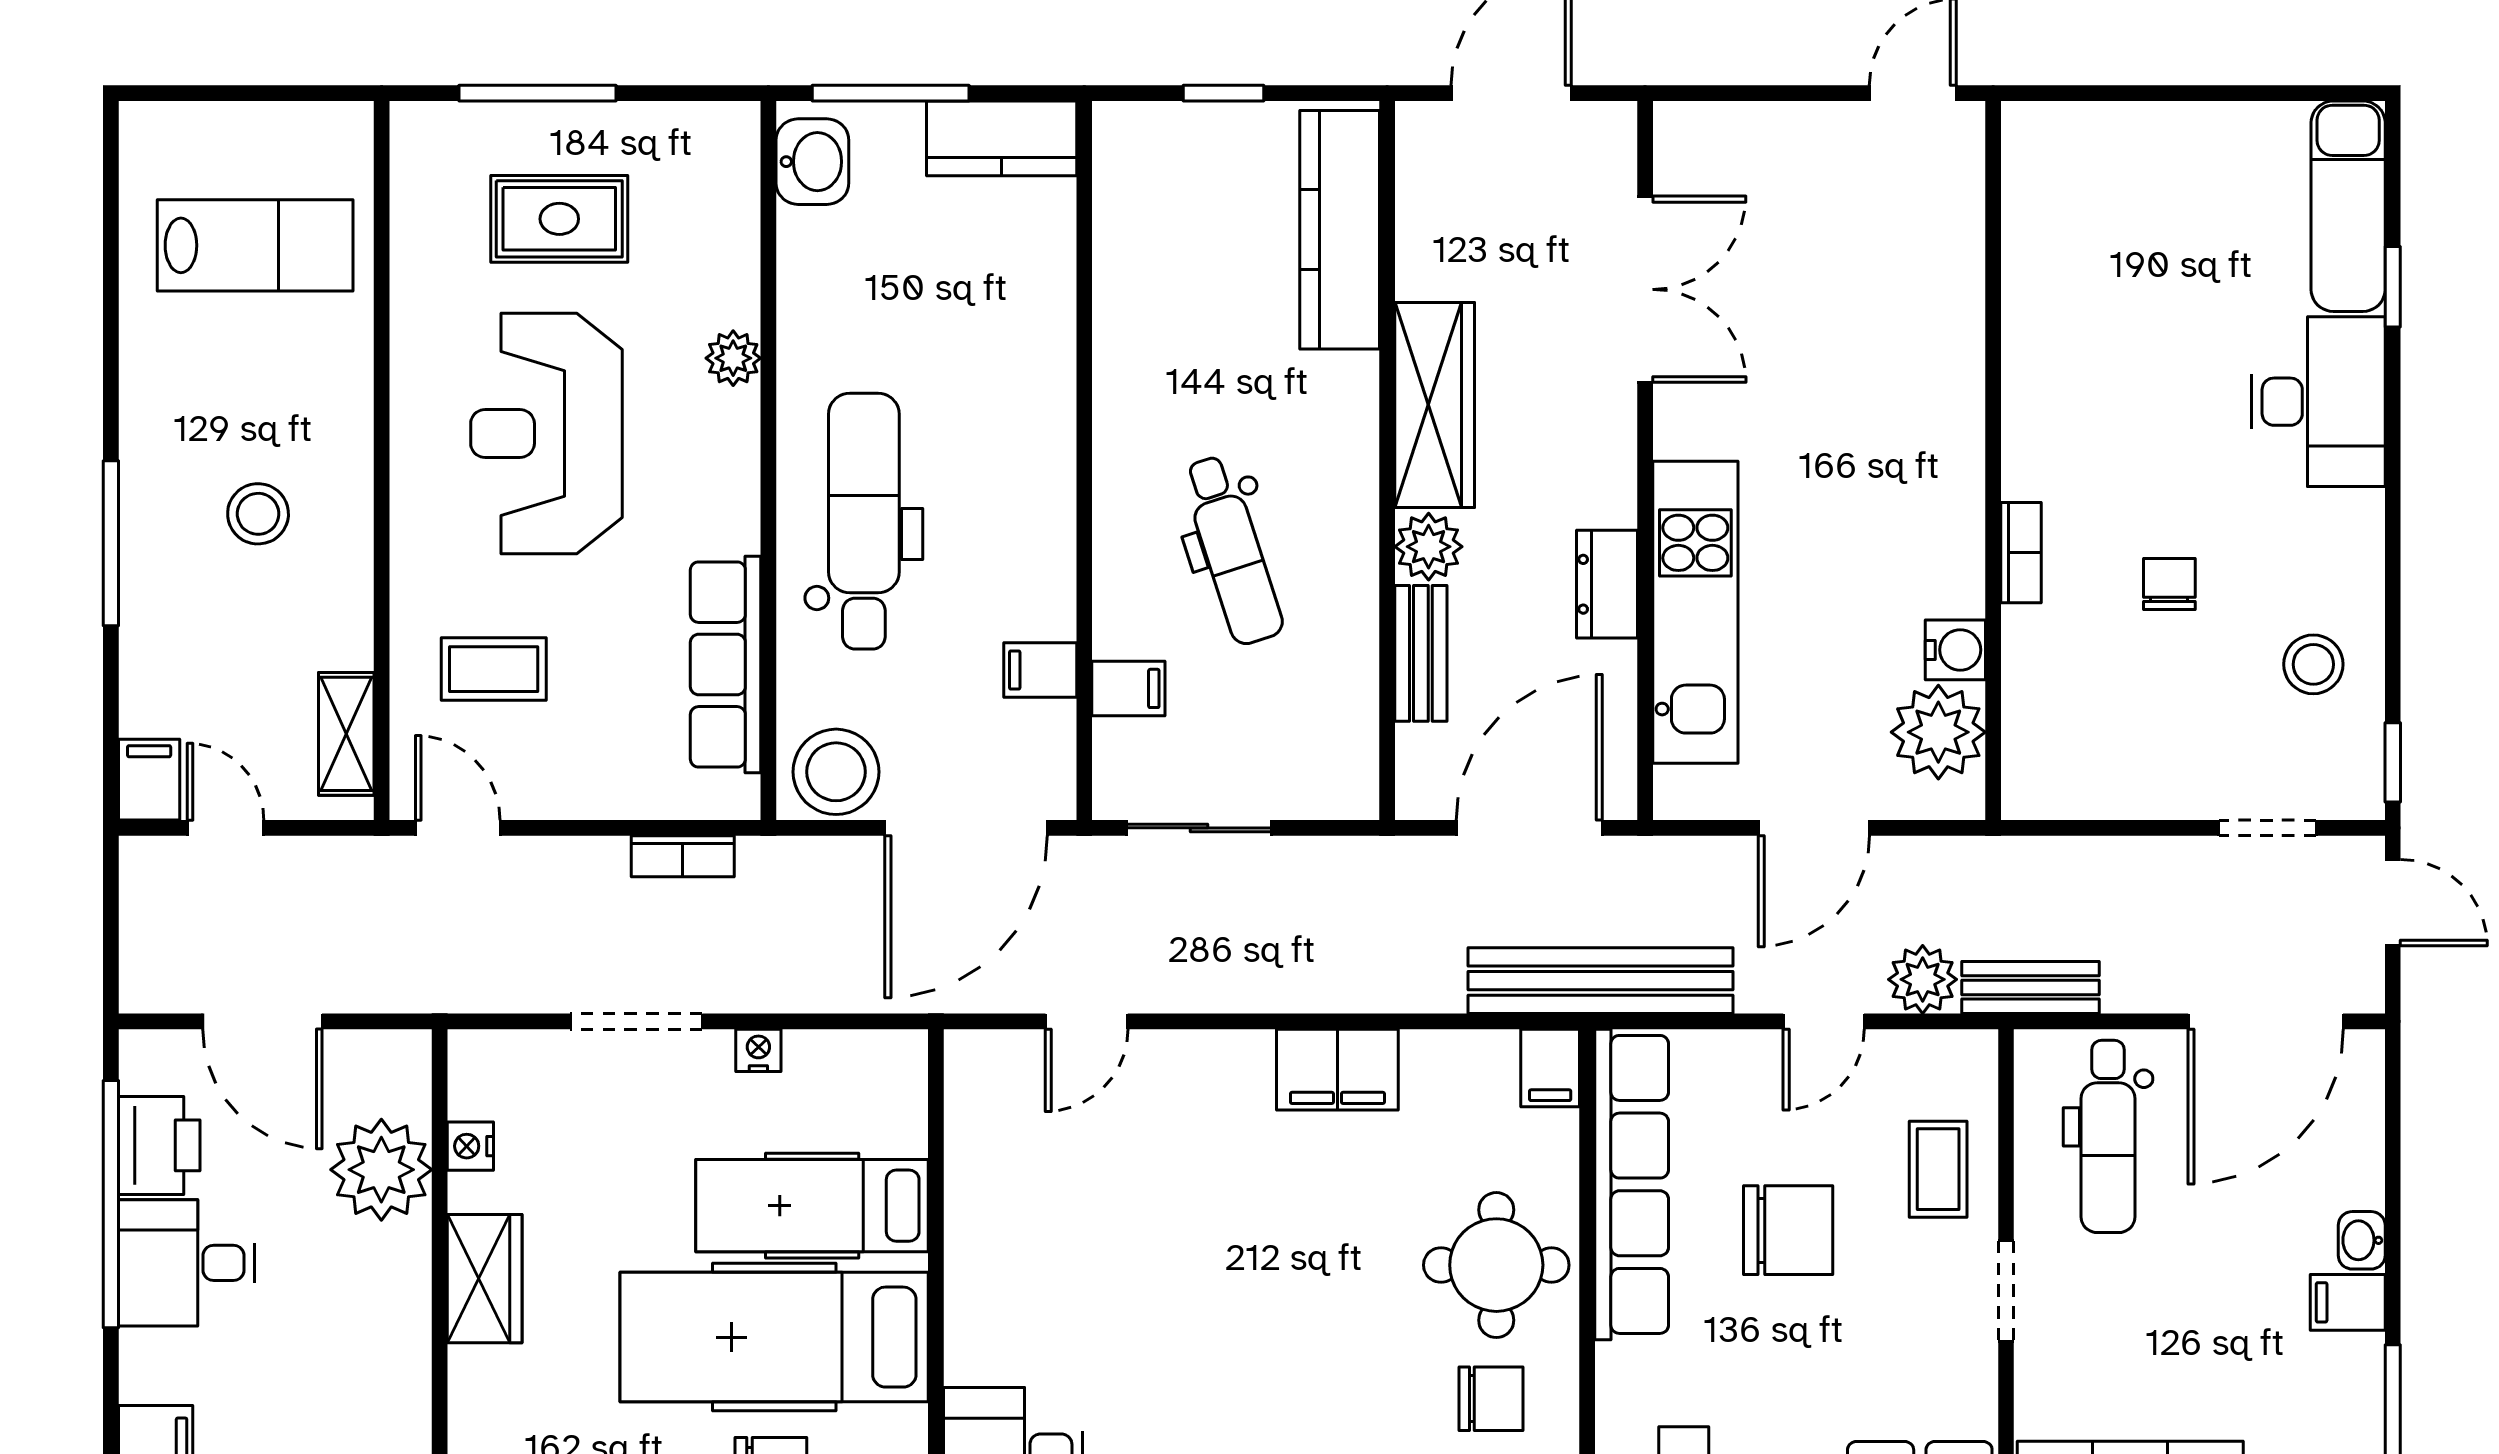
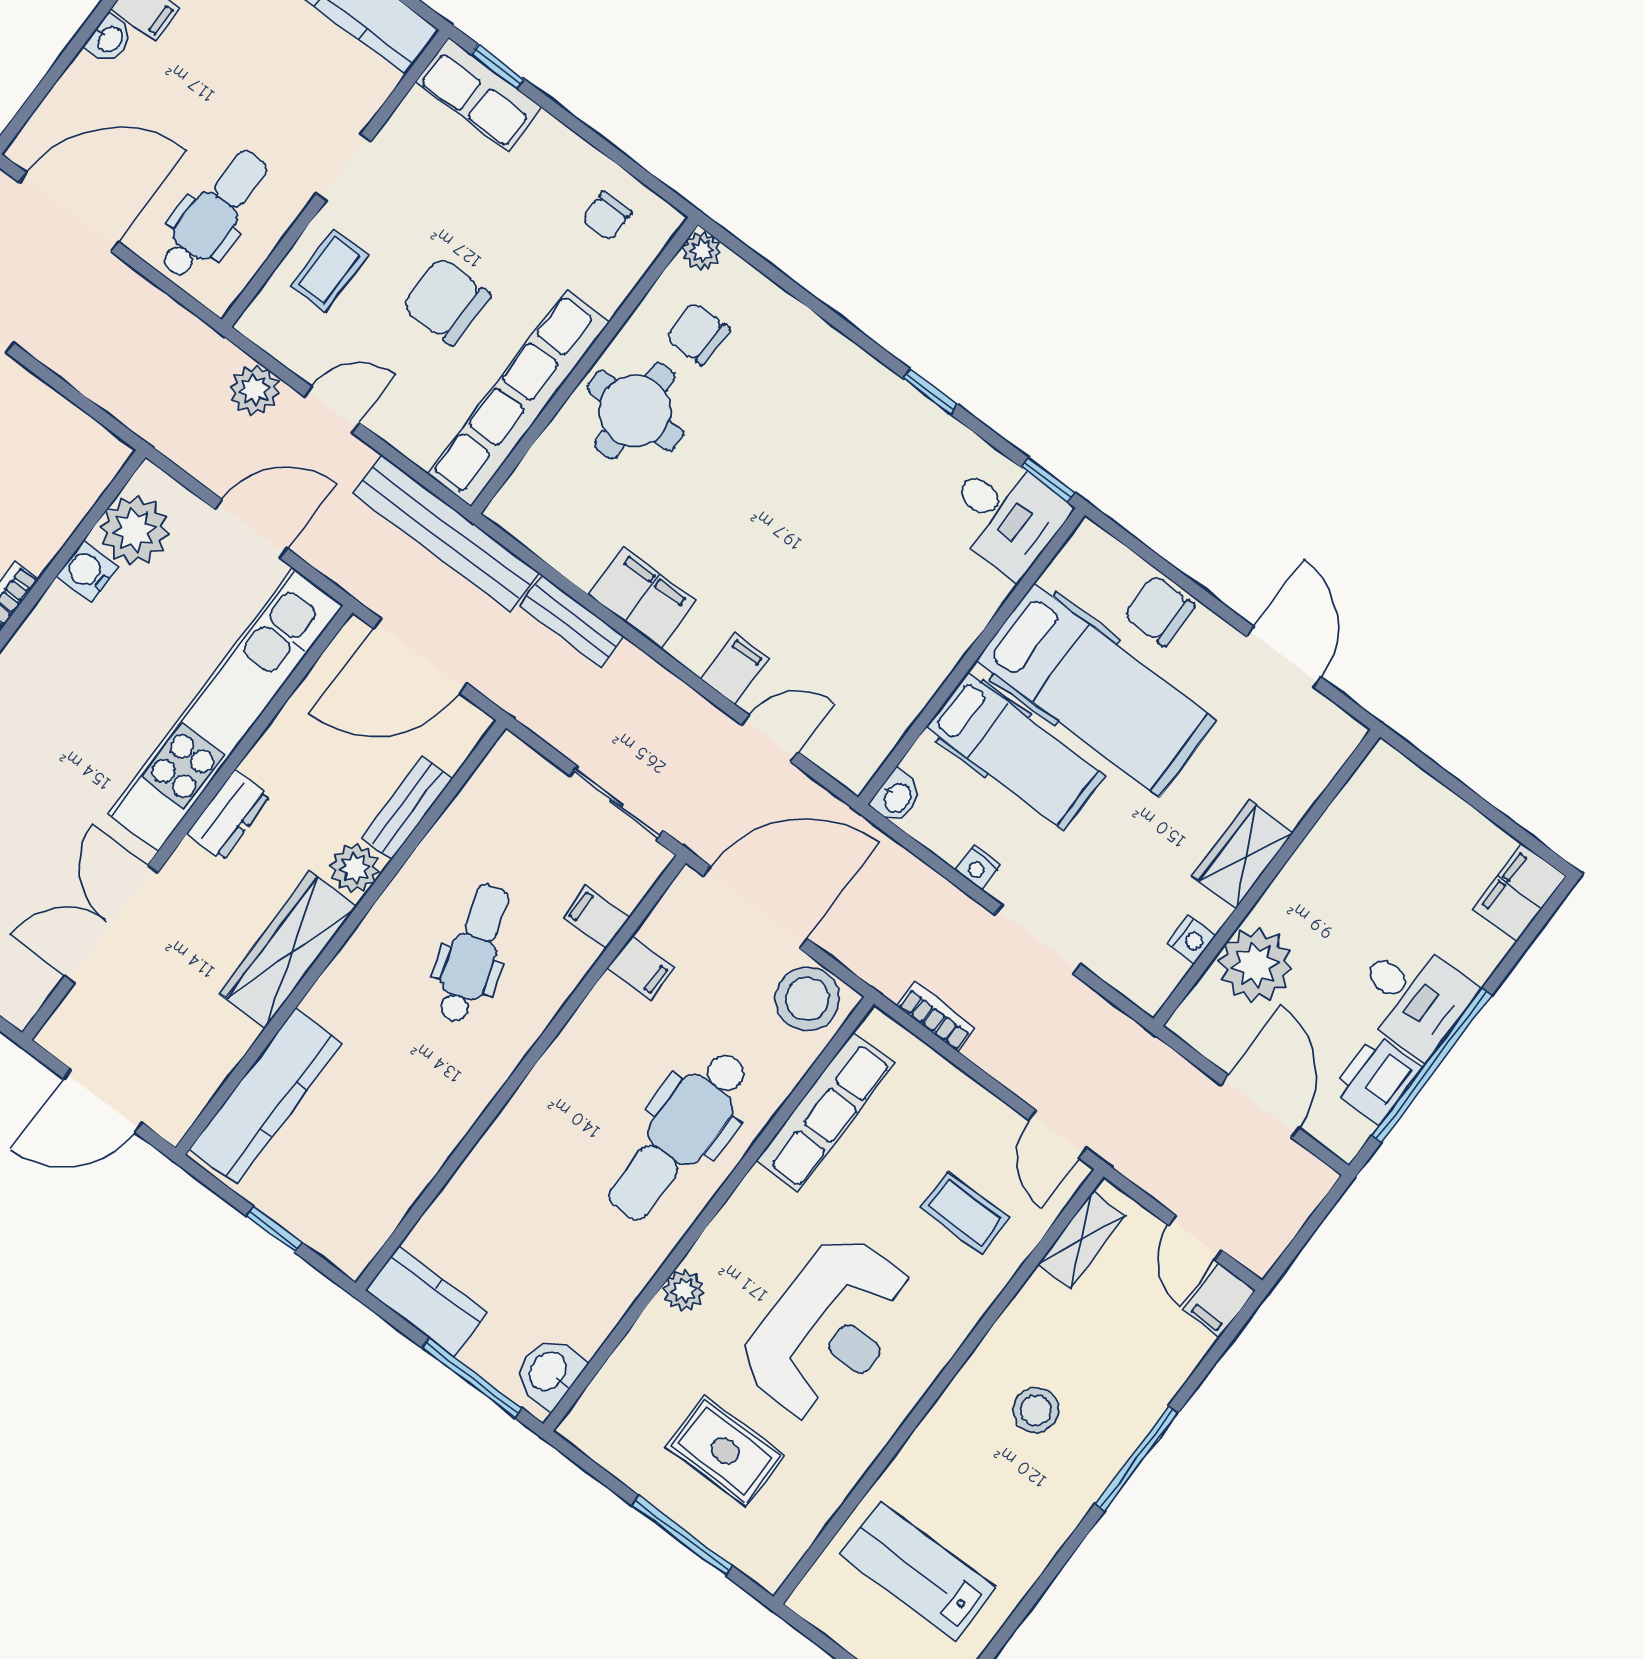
dresser: (1607, 584) -> (229, 815), moved
kitchen unit: (1695, 612) -> (225, 710), width x1.36
bench: (2030, 987) -> (572, 621), moved
washbasin: (903, 1061) -> (897, 797), added
filing cabinet: (1550, 1068) -> (735, 669), moved

